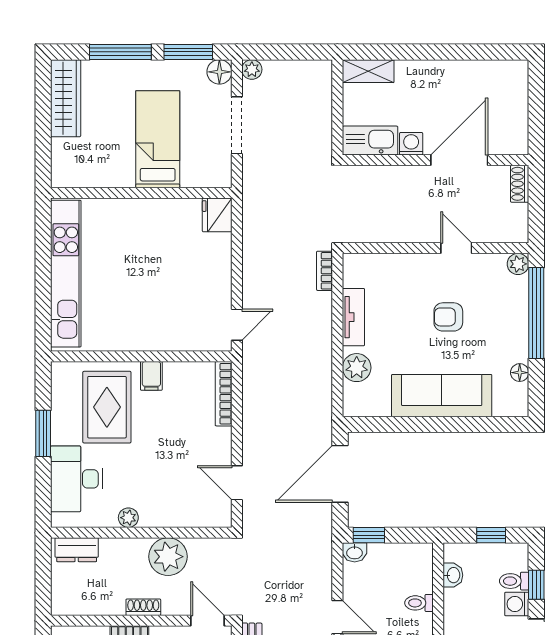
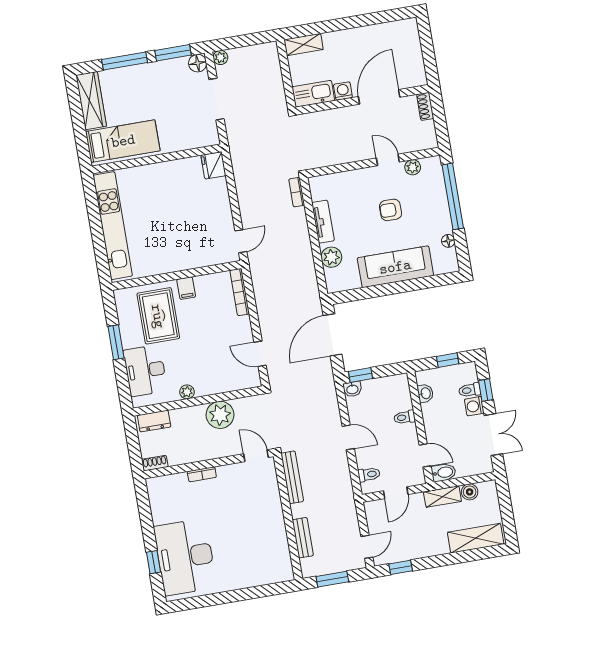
bed: (158, 139) -> (123, 141), moved, turned 90
plant: (518, 264) -> (413, 167), moved
shoe rack: (143, 607) -> (155, 463), moved

